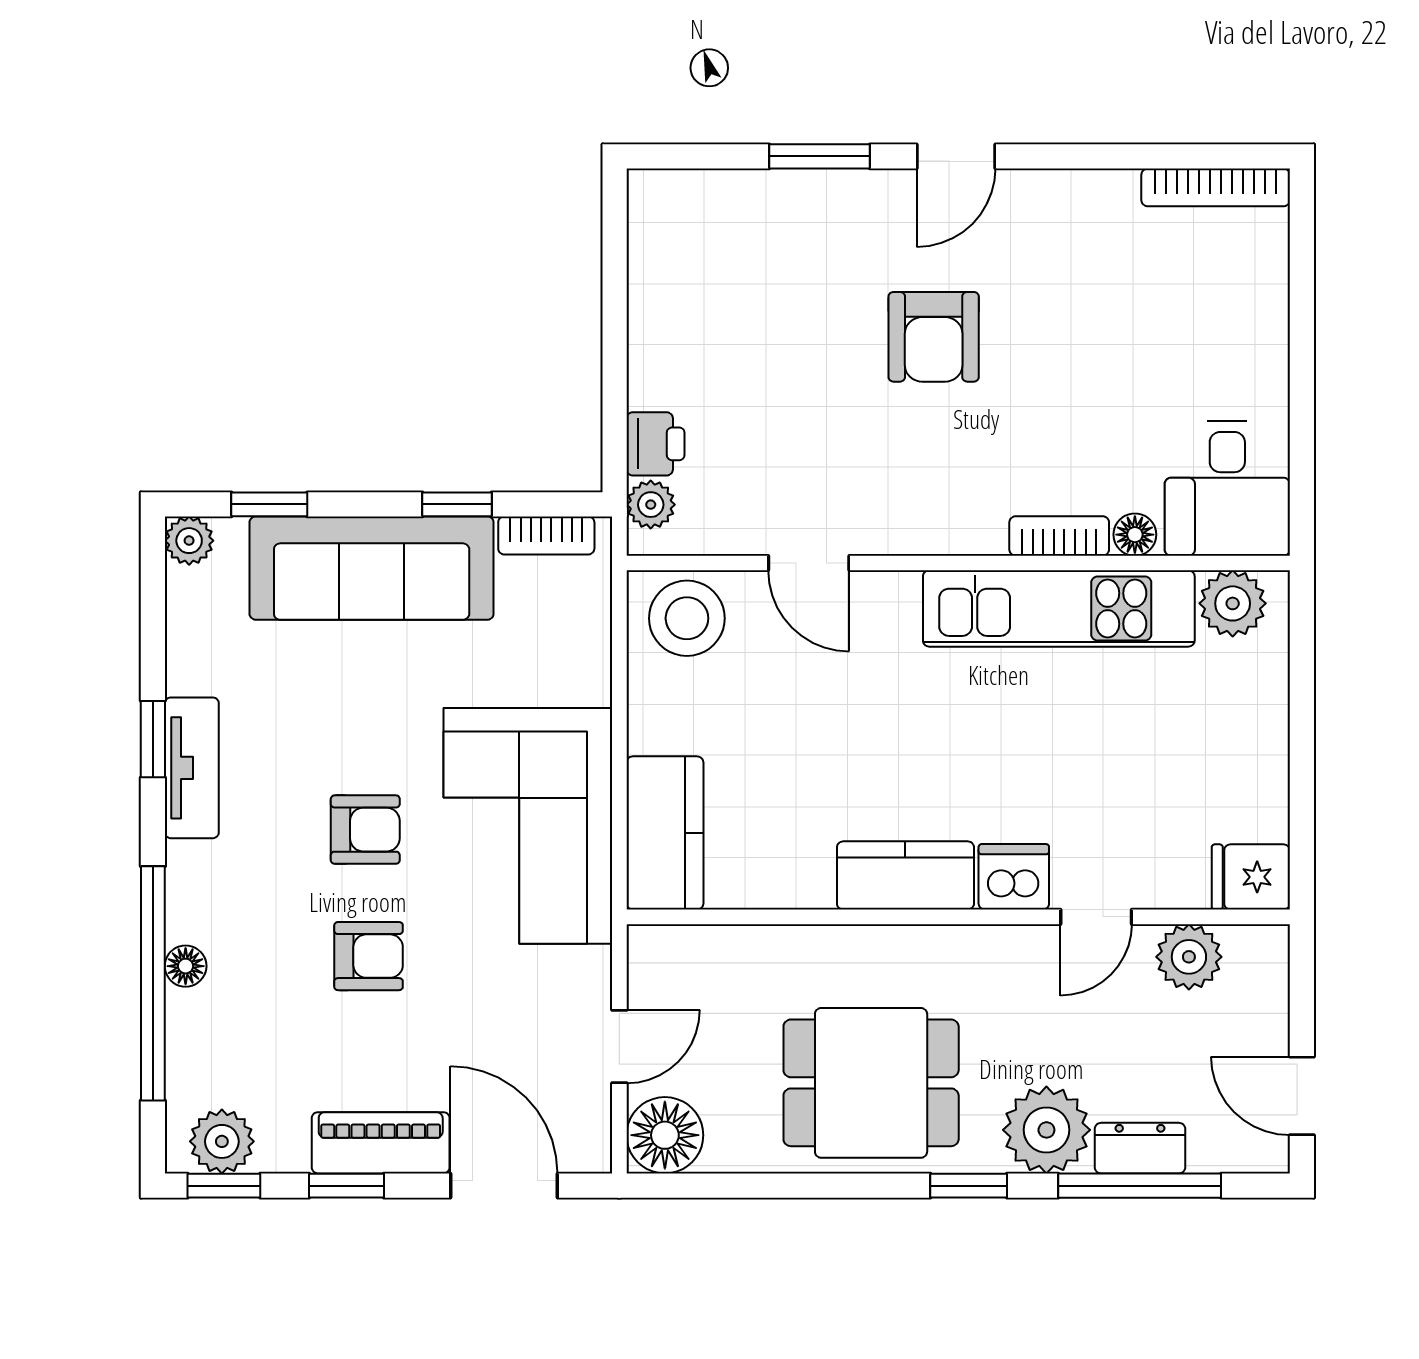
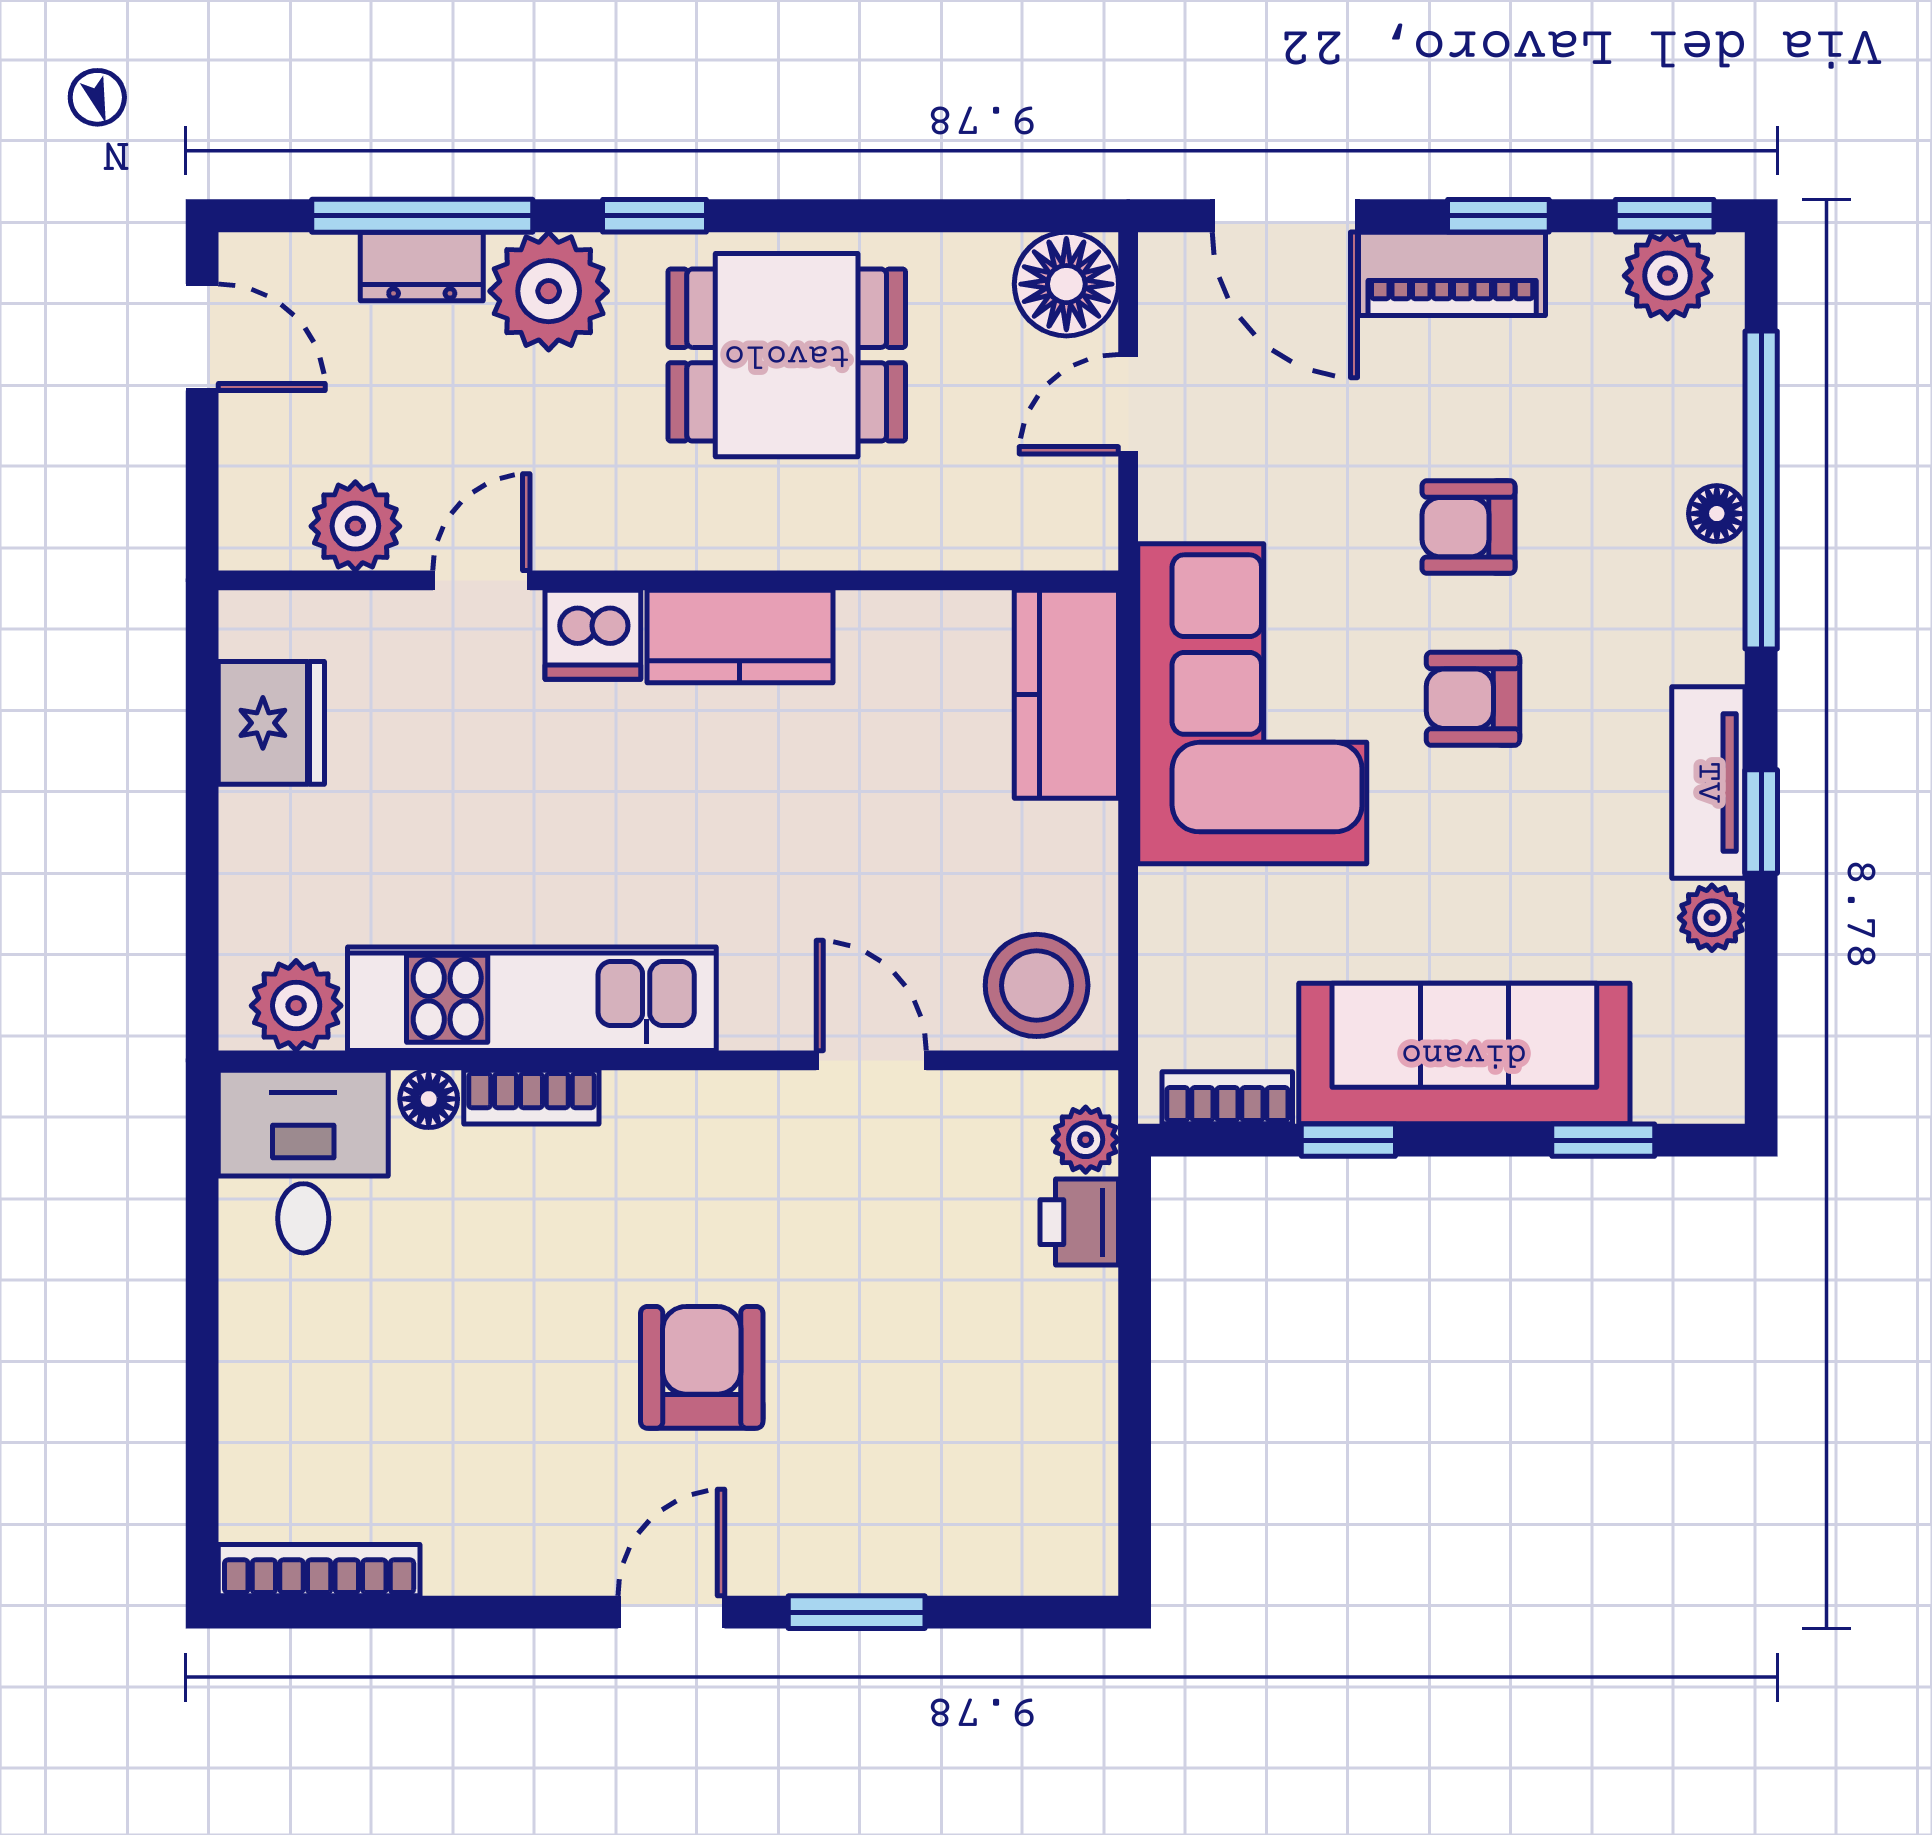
plant: (189, 541) -> (1712, 918), moved
fridge: (1251, 877) -> (271, 723), moved, width x1.38

